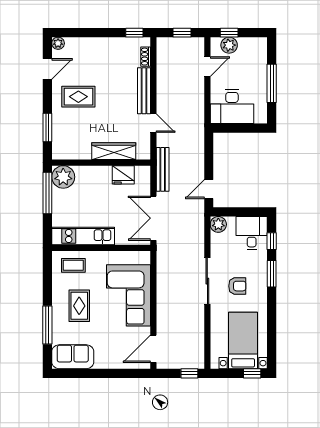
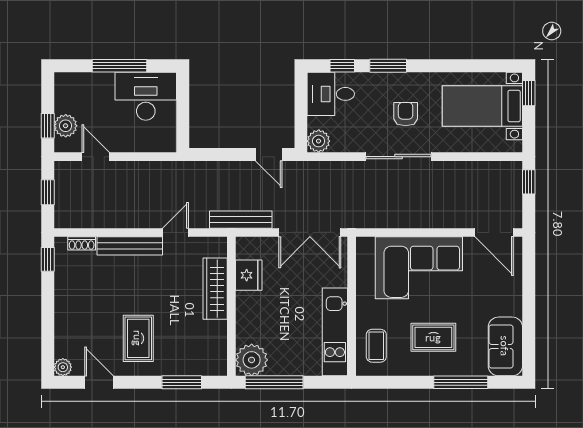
desk: (232, 107) -> (146, 96), moved, turned -90

